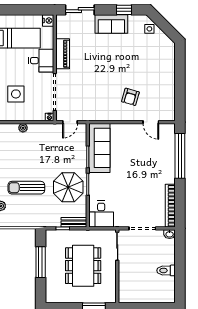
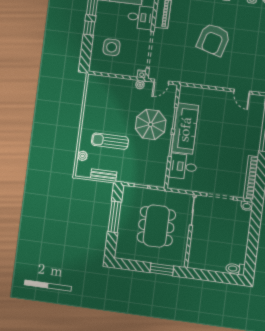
armchair: (130, 97) -> (214, 40), moved, width x1.88, depth x1.88
plant: (23, 128) -> (140, 85), moved
sofa: (99, 148) -> (185, 129), moved
parasol: (68, 187) -> (151, 124), moved
desk: (101, 214) -> (183, 167), moved, turned 90
bench: (74, 222) -> (104, 175), moved
toilet: (166, 270) -> (235, 269), moved

